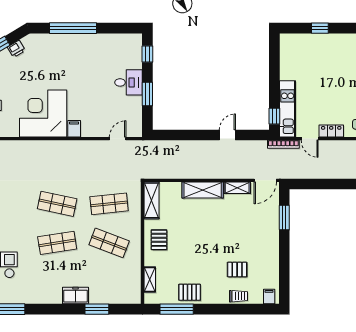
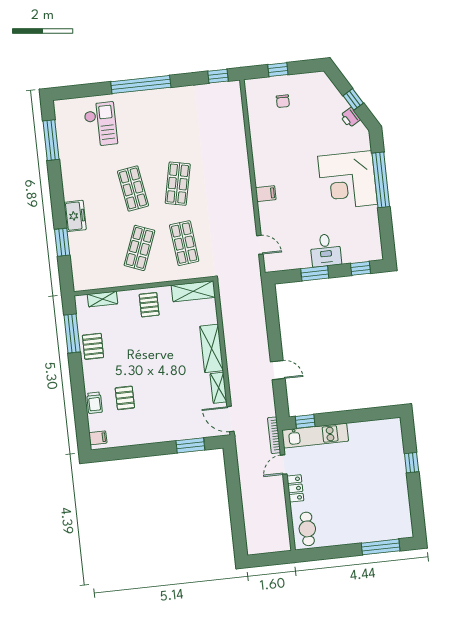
corner desk: (43, 113) -> (348, 180), moved, turned 180
pallet: (159, 240) -> (149, 305), turned 90

